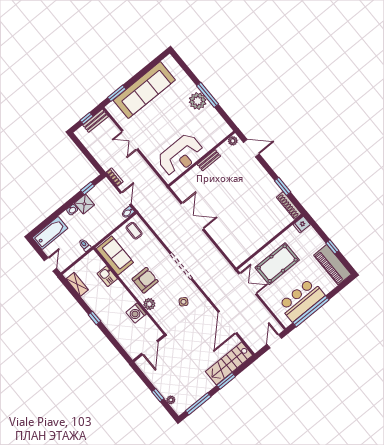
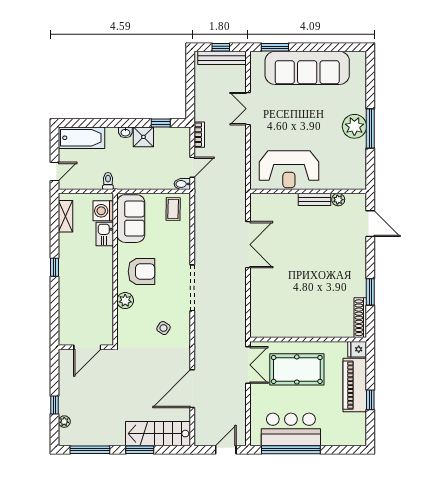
bench: (96, 121) -> (222, 58), width x1.36
plant: (233, 141) -> (338, 200), moved
piano: (332, 265) -> (355, 385), moved
washing machine: (136, 313) -> (103, 211), moved

